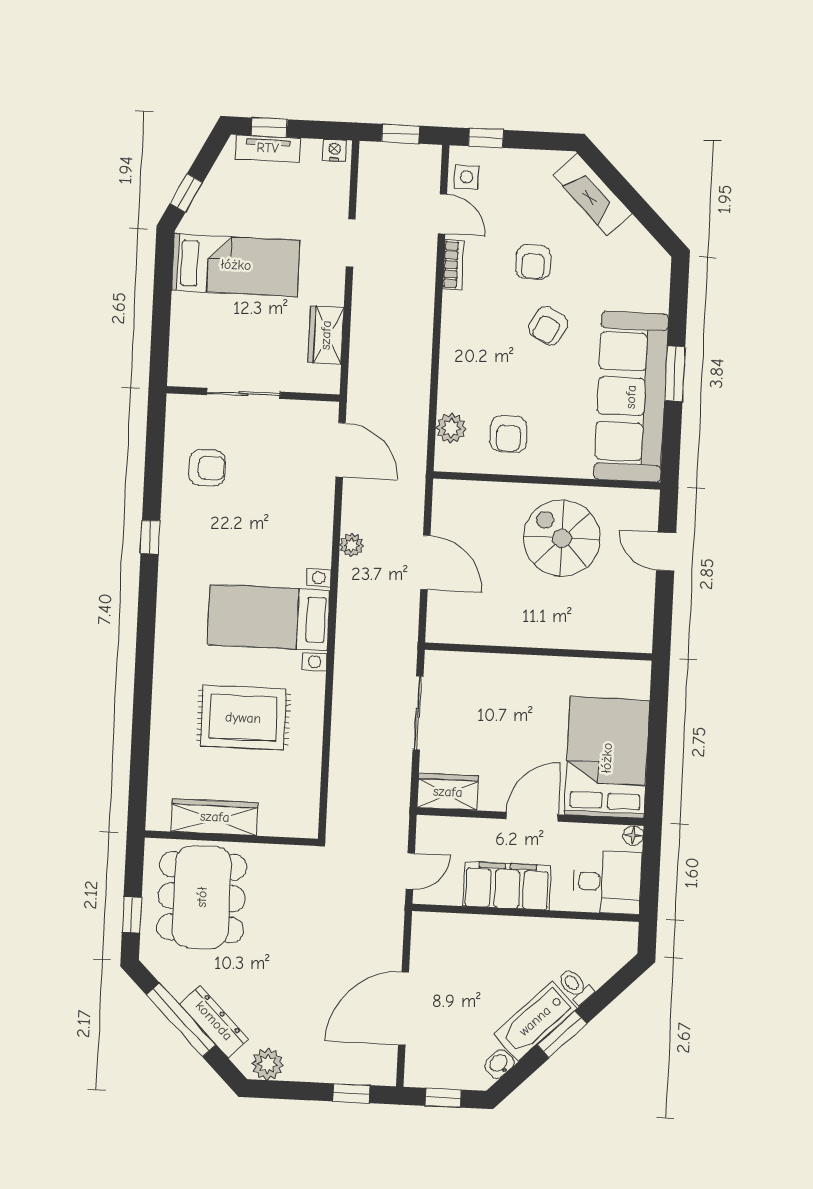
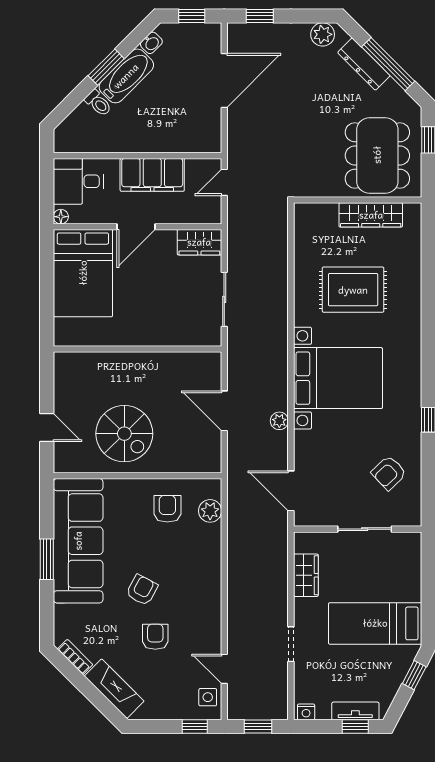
bookcase: (453, 265) -> (75, 657), moved, turned 135
armchair: (207, 468) -> (389, 473), turned -44
bed with nightstands: (269, 617) -> (338, 378), width x1.36

